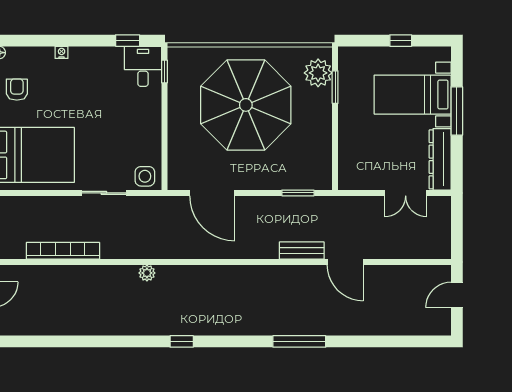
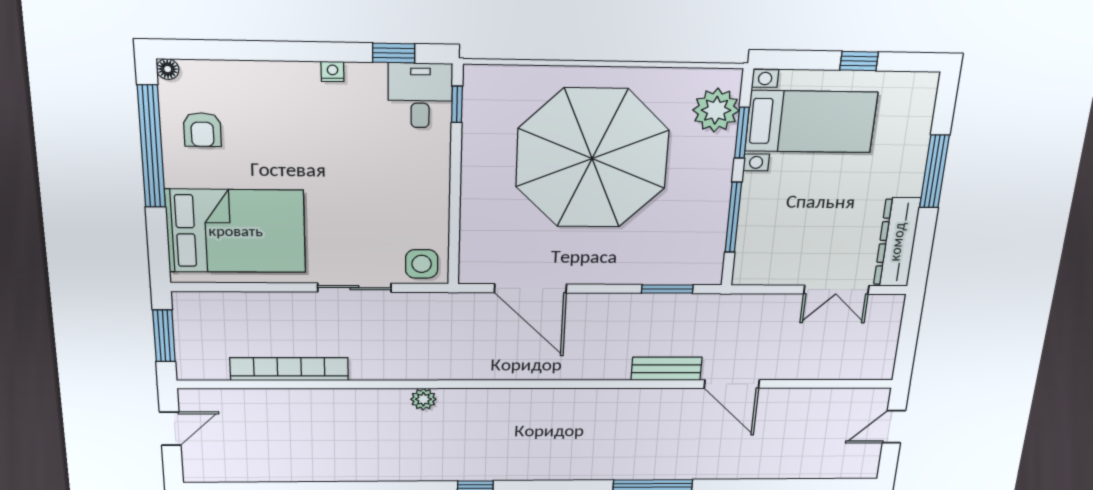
nightstand: (62, 52) -> (333, 71), moved
armchair: (17, 90) -> (202, 130), turned 180
bed with nightstands: (413, 95) -> (811, 122), moved, turned 180
window: (335, 143) -> (733, 217), added

